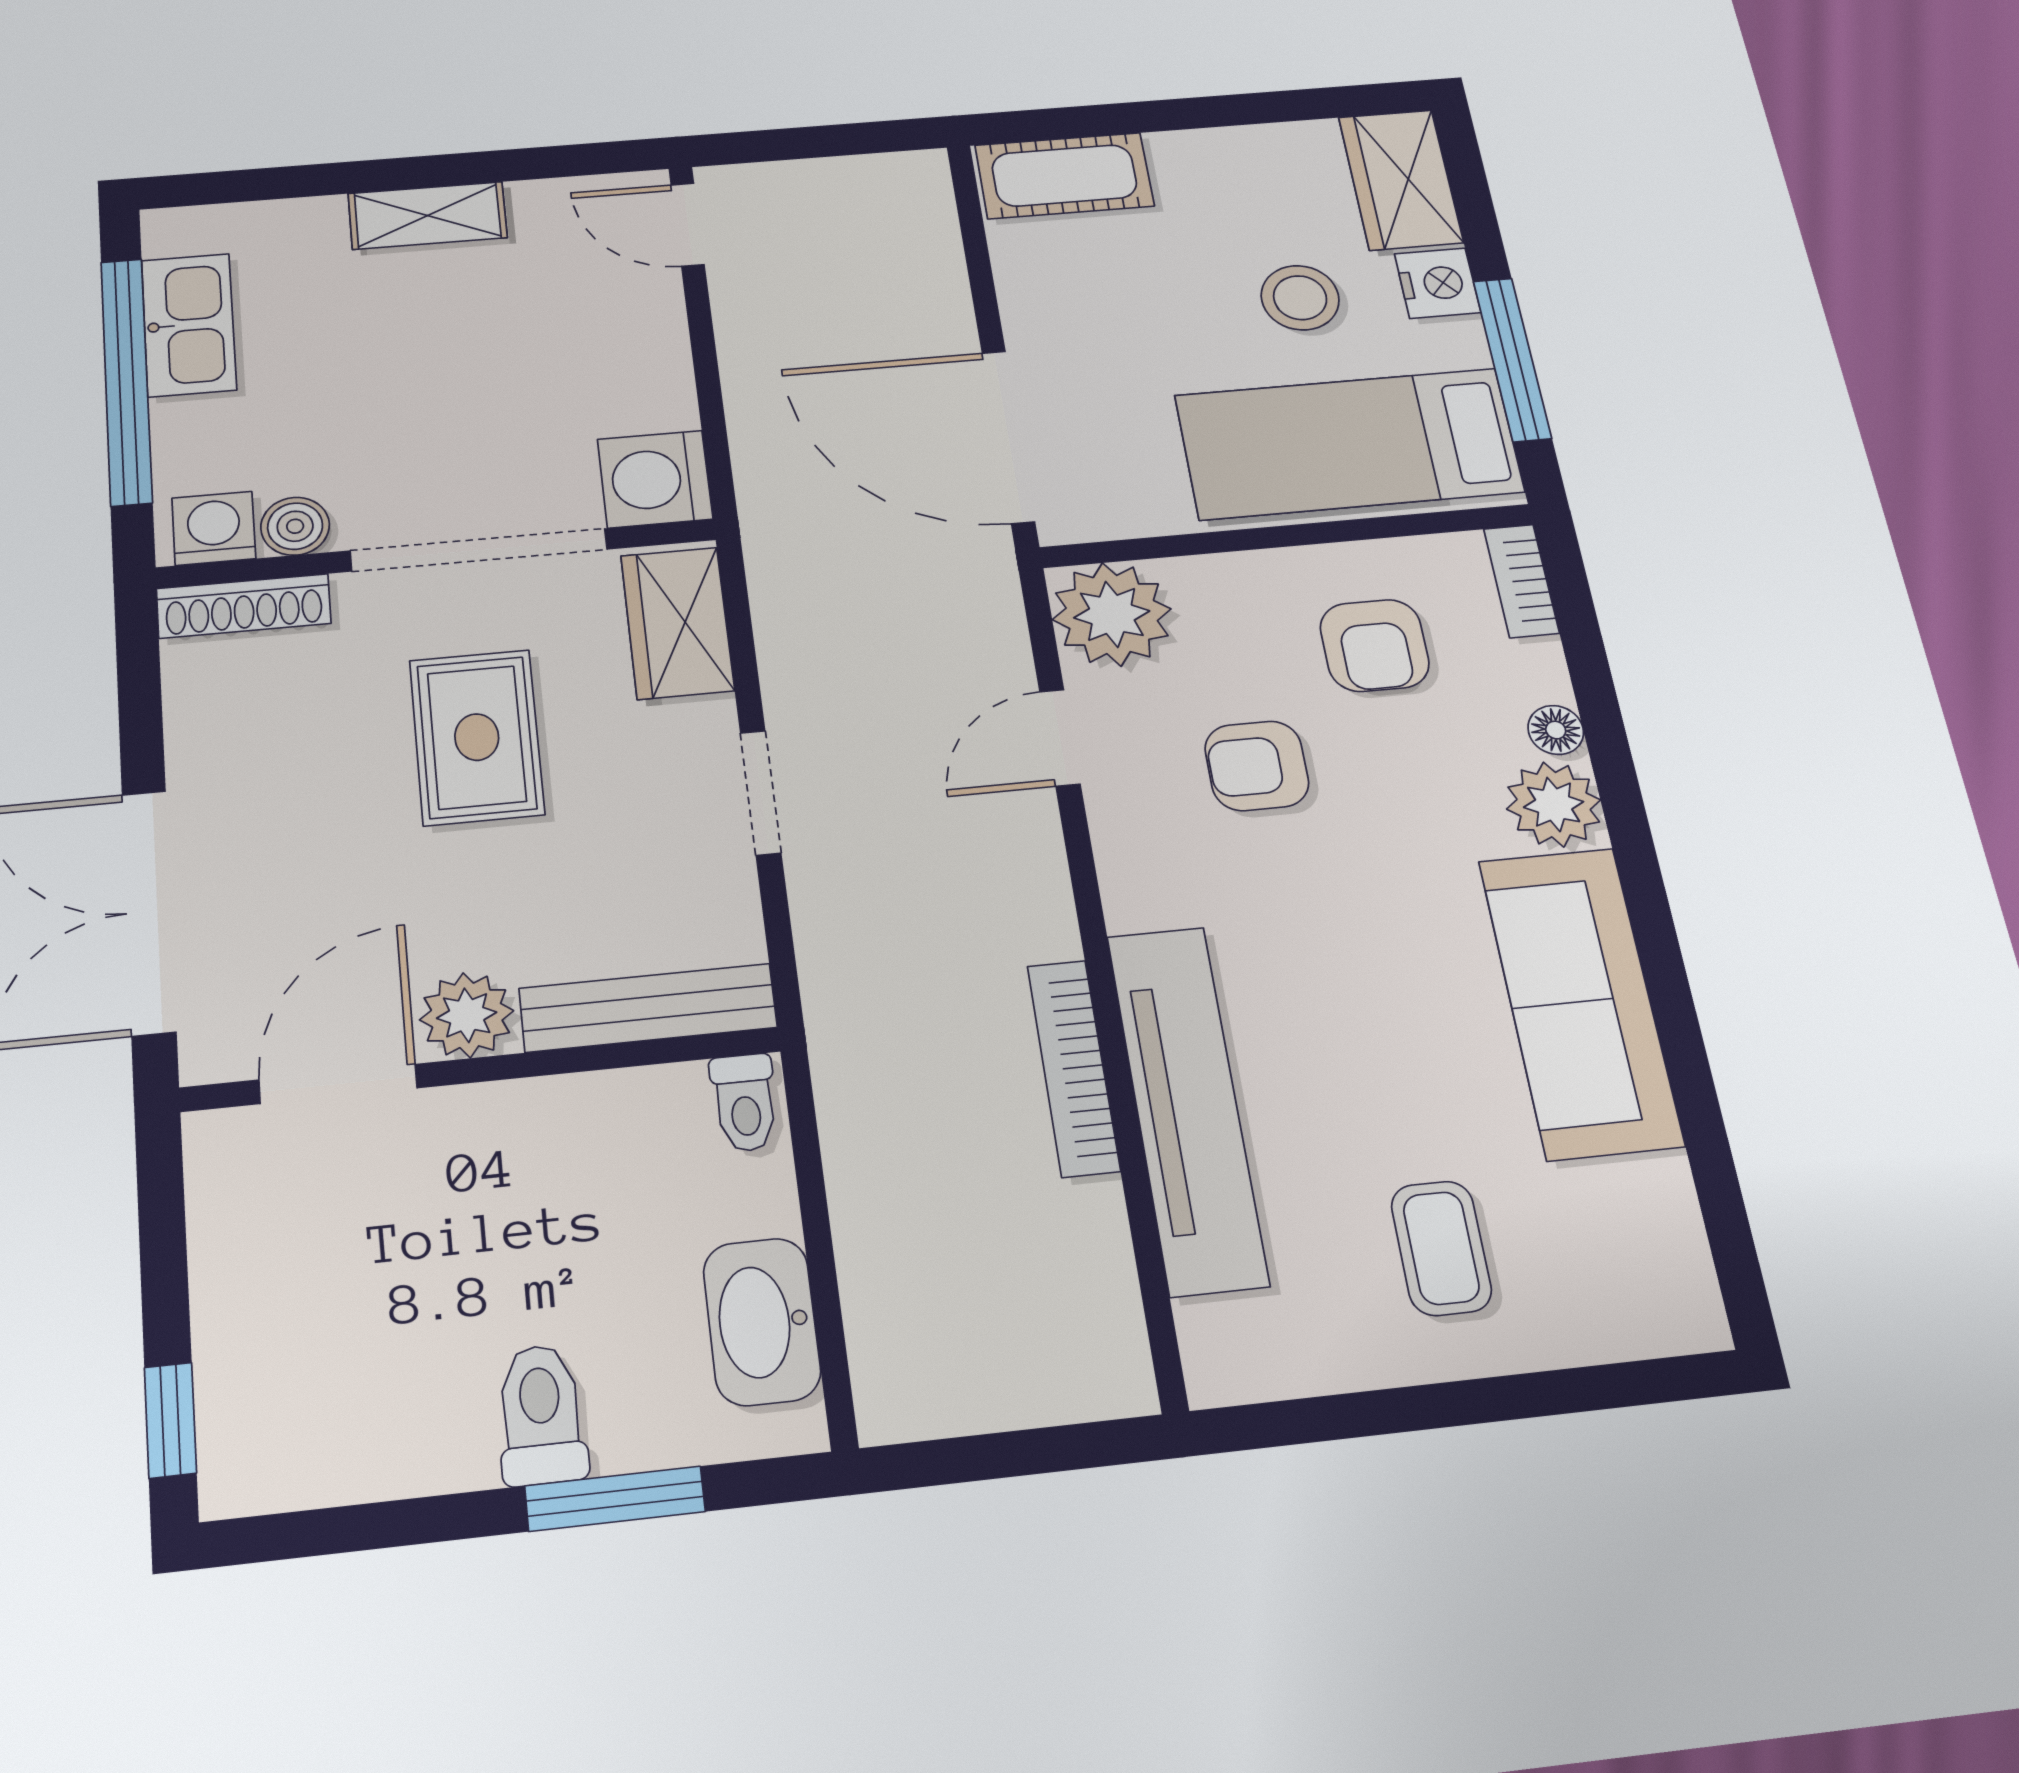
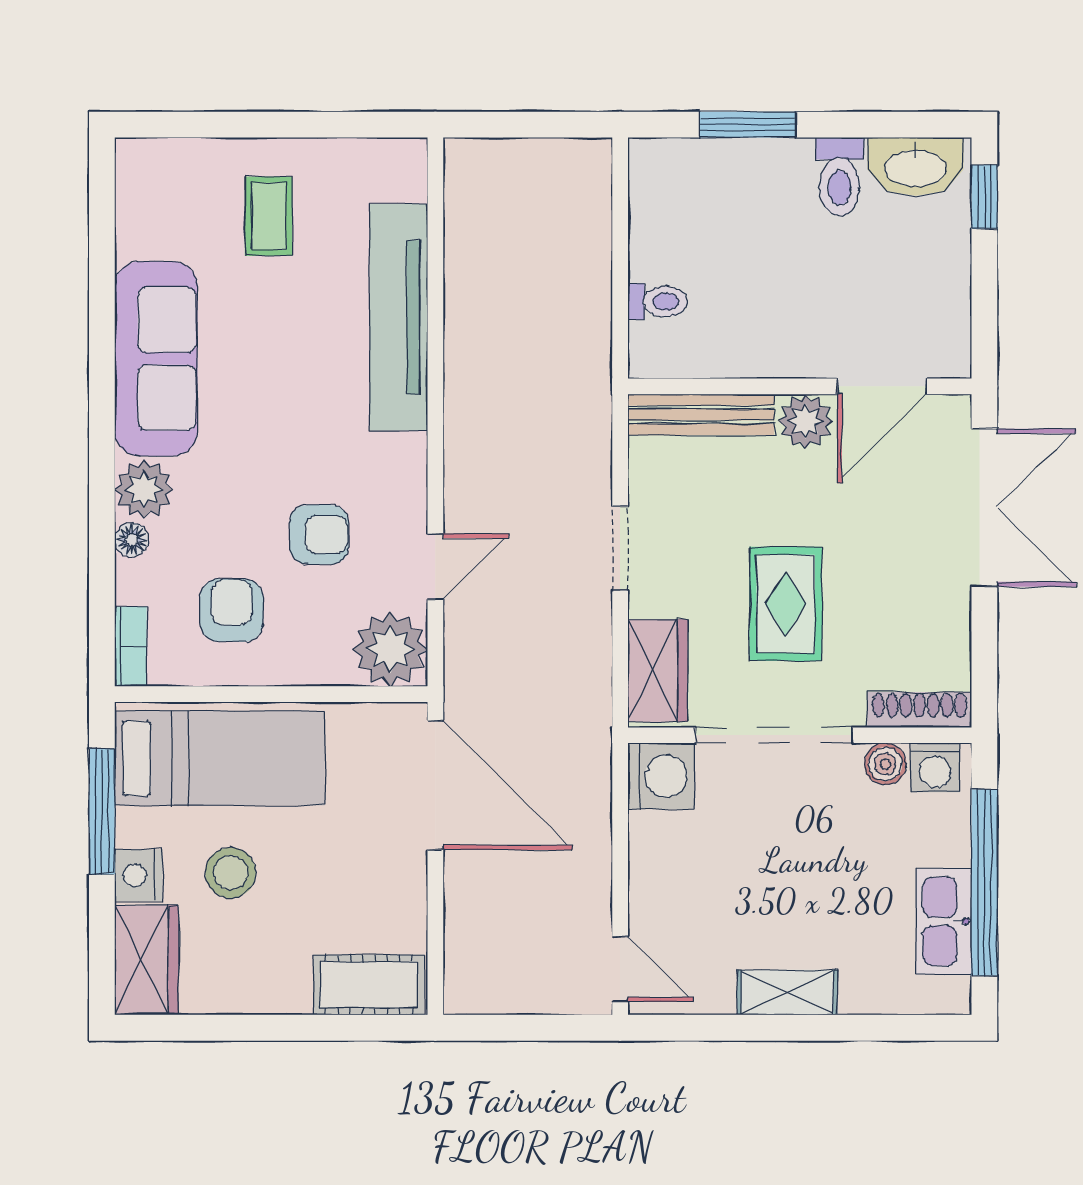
bookcase: (1073, 1068) -> (460, 350), removed
toilet: (745, 1103) -> (657, 302), moved, turned 90
washbasin: (762, 1321) -> (916, 167), moved, turned 90
toilet: (541, 1415) -> (840, 177), moved

